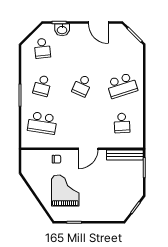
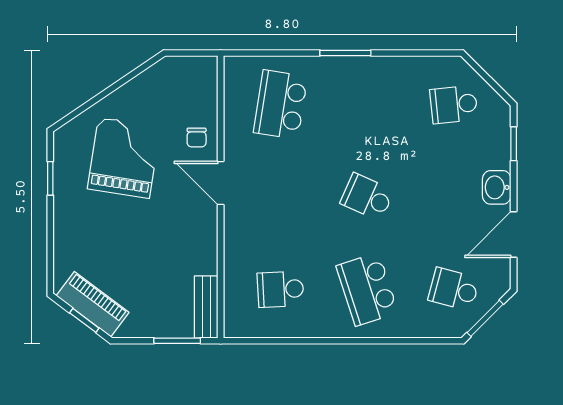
washbasin: (62, 30) -> (497, 187), moved
school desk: (42, 86) -> (454, 289), moved
door: (88, 149) -> (221, 183), moved
bench: (125, 155) -> (206, 307), width x0.73
grand piano: (65, 190) -> (124, 158), turned -81
piano: (128, 204) -> (93, 304), added

